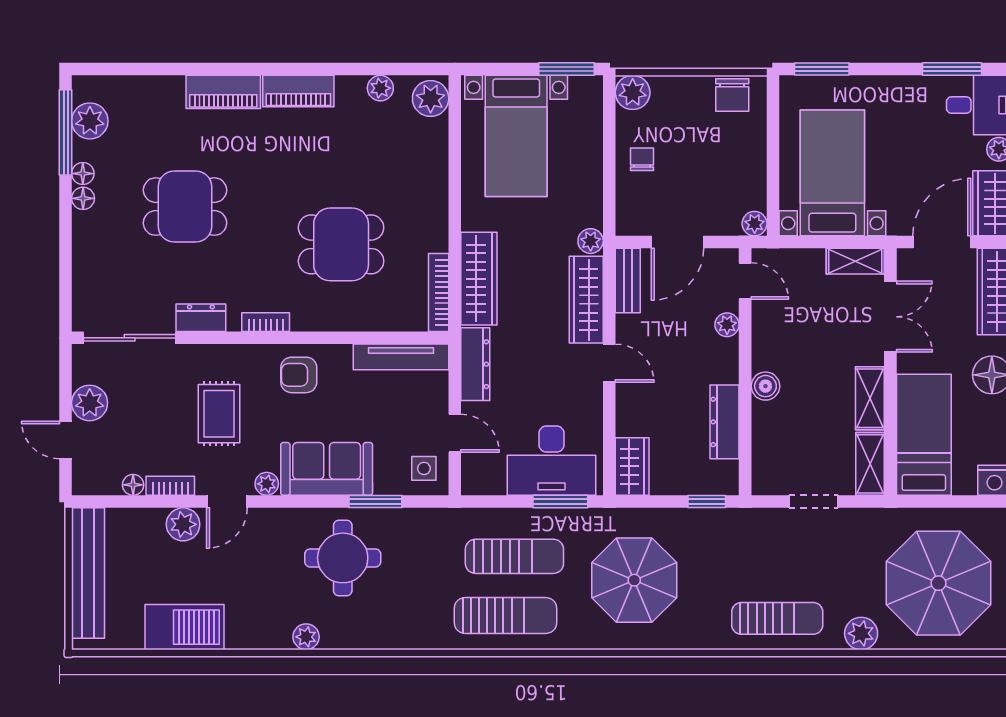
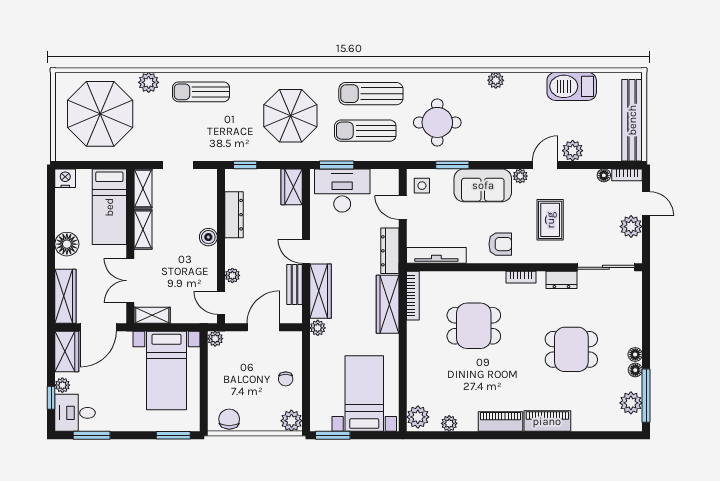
bench: (628, 280) -> (294, 285), moved
bookcase: (170, 486) -> (627, 175), moved
round table: (343, 558) -> (437, 122), moved

